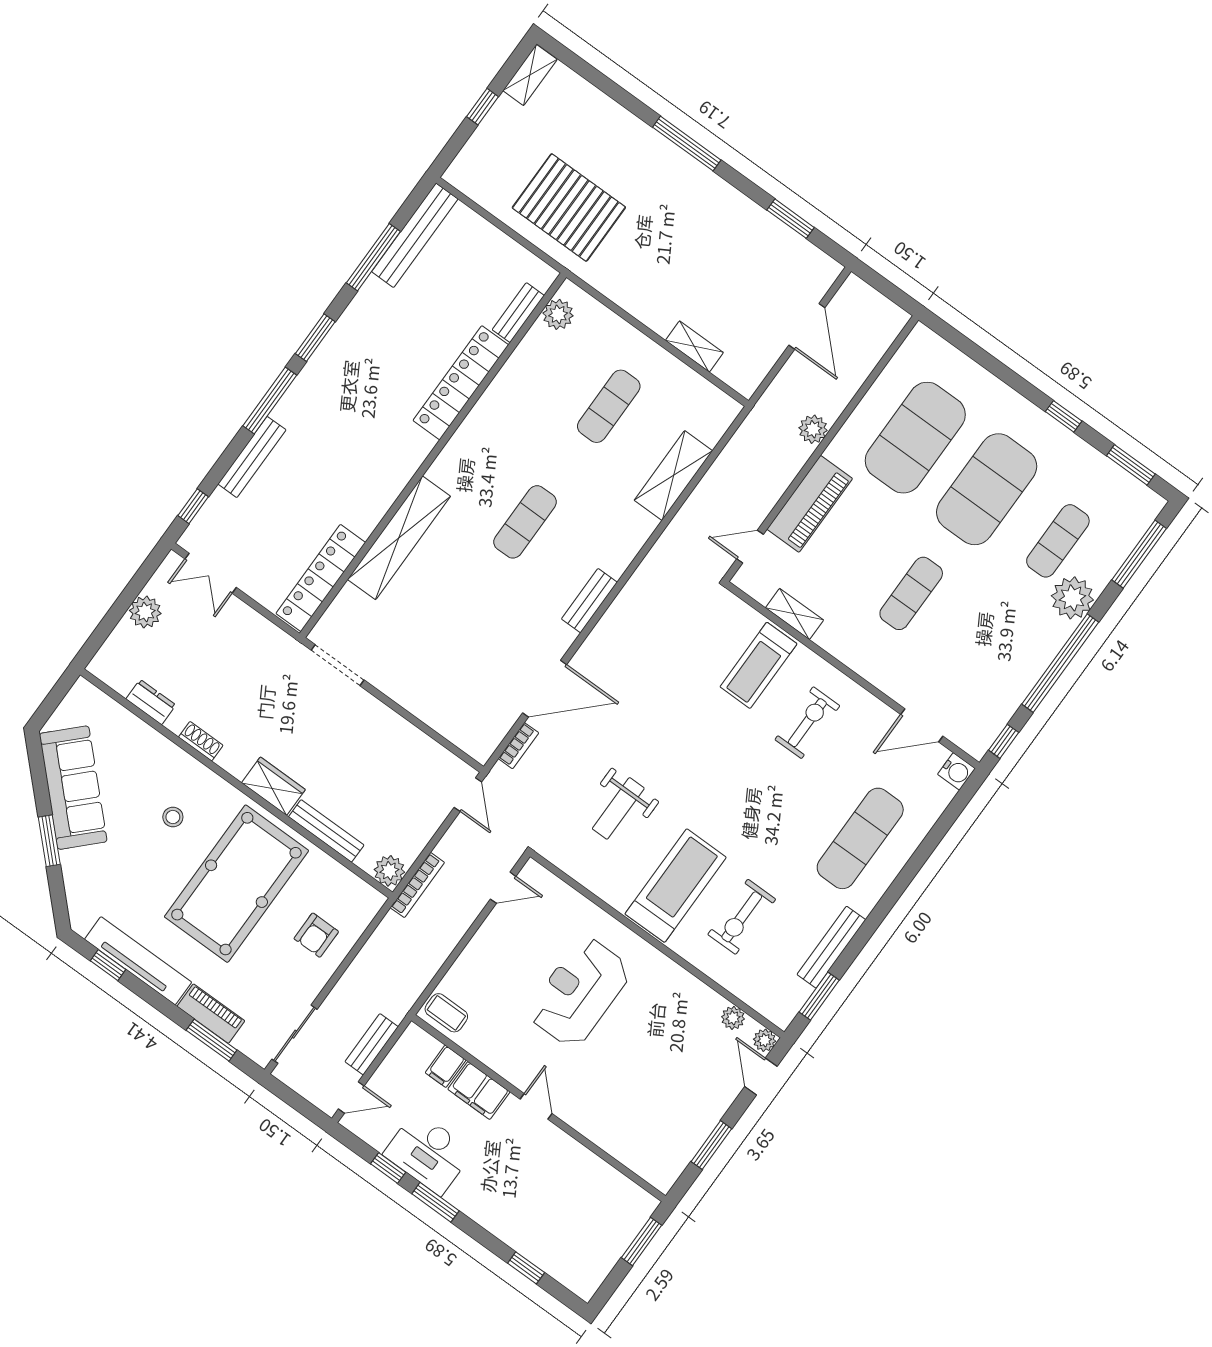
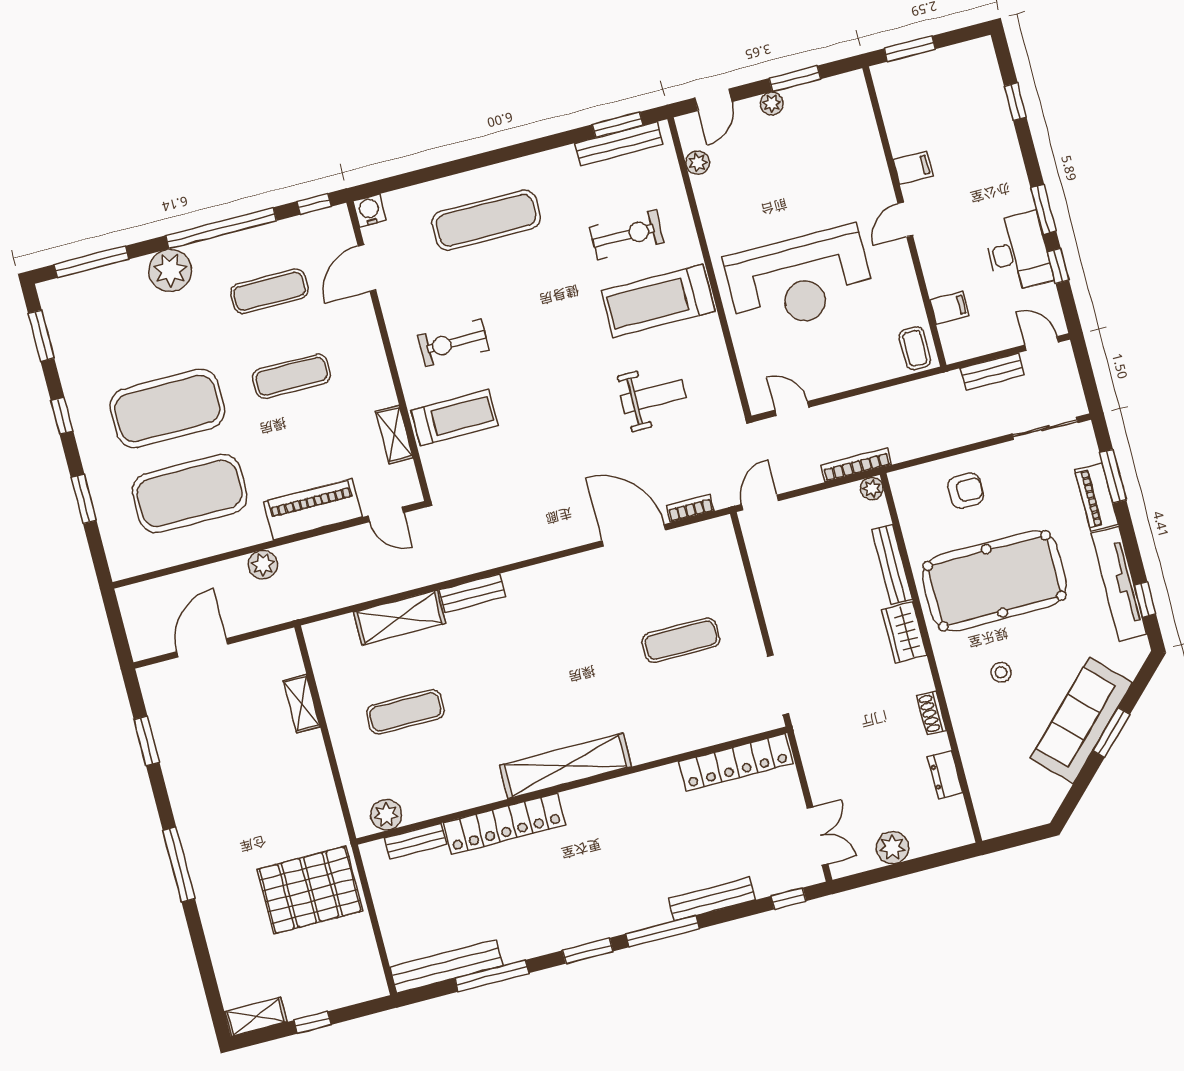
pallet: (569, 208) -> (310, 890), turned 90
window: (994, 366) -> (84, 499), added
exercise mat: (525, 522) -> (681, 640), moved
shelving: (399, 538) -> (566, 766), moved
exercise mat: (1058, 541) -> (269, 291), moved
bench: (589, 601) -> (472, 593), moved
door: (922, 725) -> (367, 268), swing flipped
sofa: (73, 788) -> (1081, 720), moved
plant: (389, 871) -> (872, 488), width x0.73, depth x0.73
bench: (831, 947) -> (619, 144), moved
reception desk: (579, 992) -> (800, 280), width x1.36, depth x1.30
plant: (765, 1040) -> (772, 104), moved
filing cabinet: (479, 1091) -> (913, 168), moved, width x0.50

